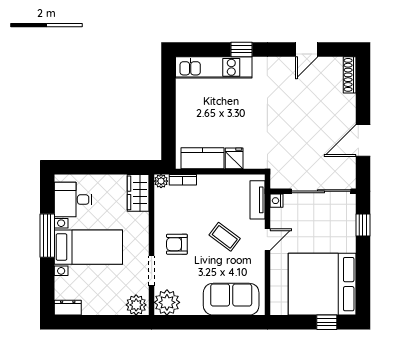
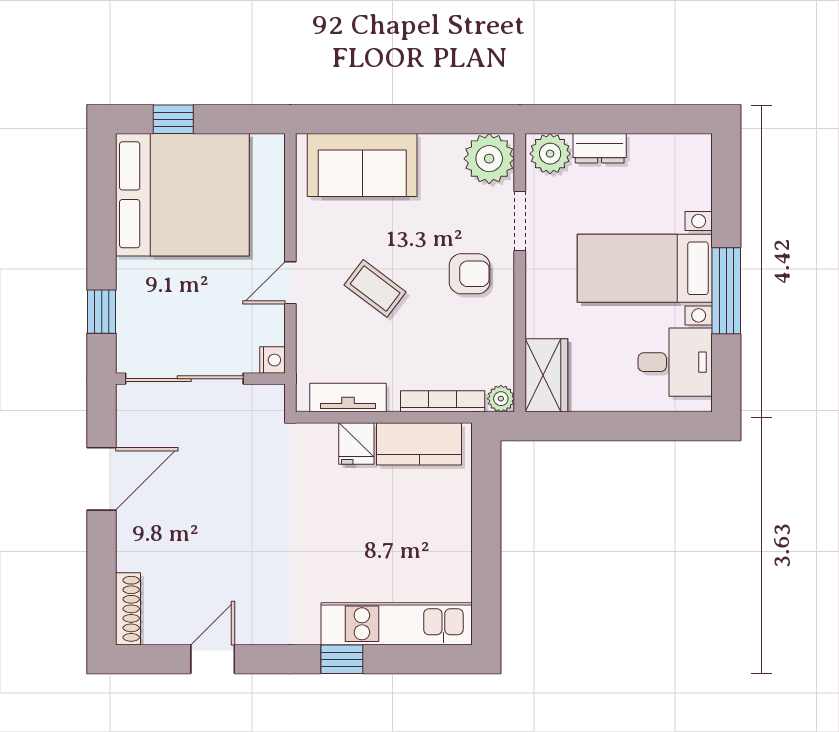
bookcase: (183, 180) -> (443, 401), width x1.56
tv unit: (257, 200) -> (348, 398), moved, turned -90
dresser: (68, 308) -> (600, 148), moved

